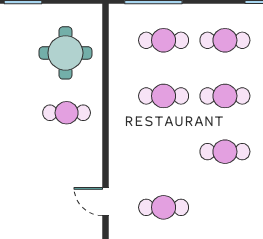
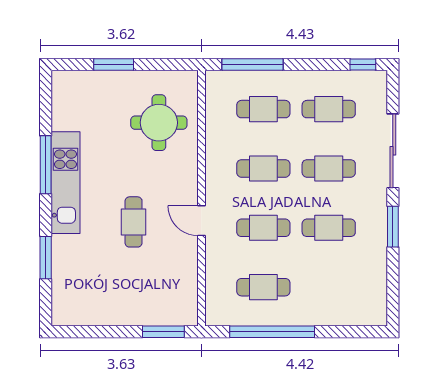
cafe table: (67, 113) -> (134, 222), moved, turned 90
cafe table: (164, 152) -> (263, 228), added
door: (105, 202) -> (201, 221), moved

